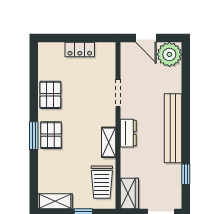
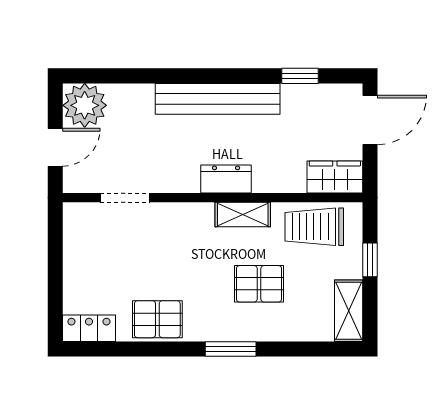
locker: (80, 50) -> (89, 328), moved, turned -90
doorway: (118, 93) -> (125, 198), moved
pallet: (51, 135) -> (259, 284), moved
trolley: (102, 182) -> (314, 227), turned 180

